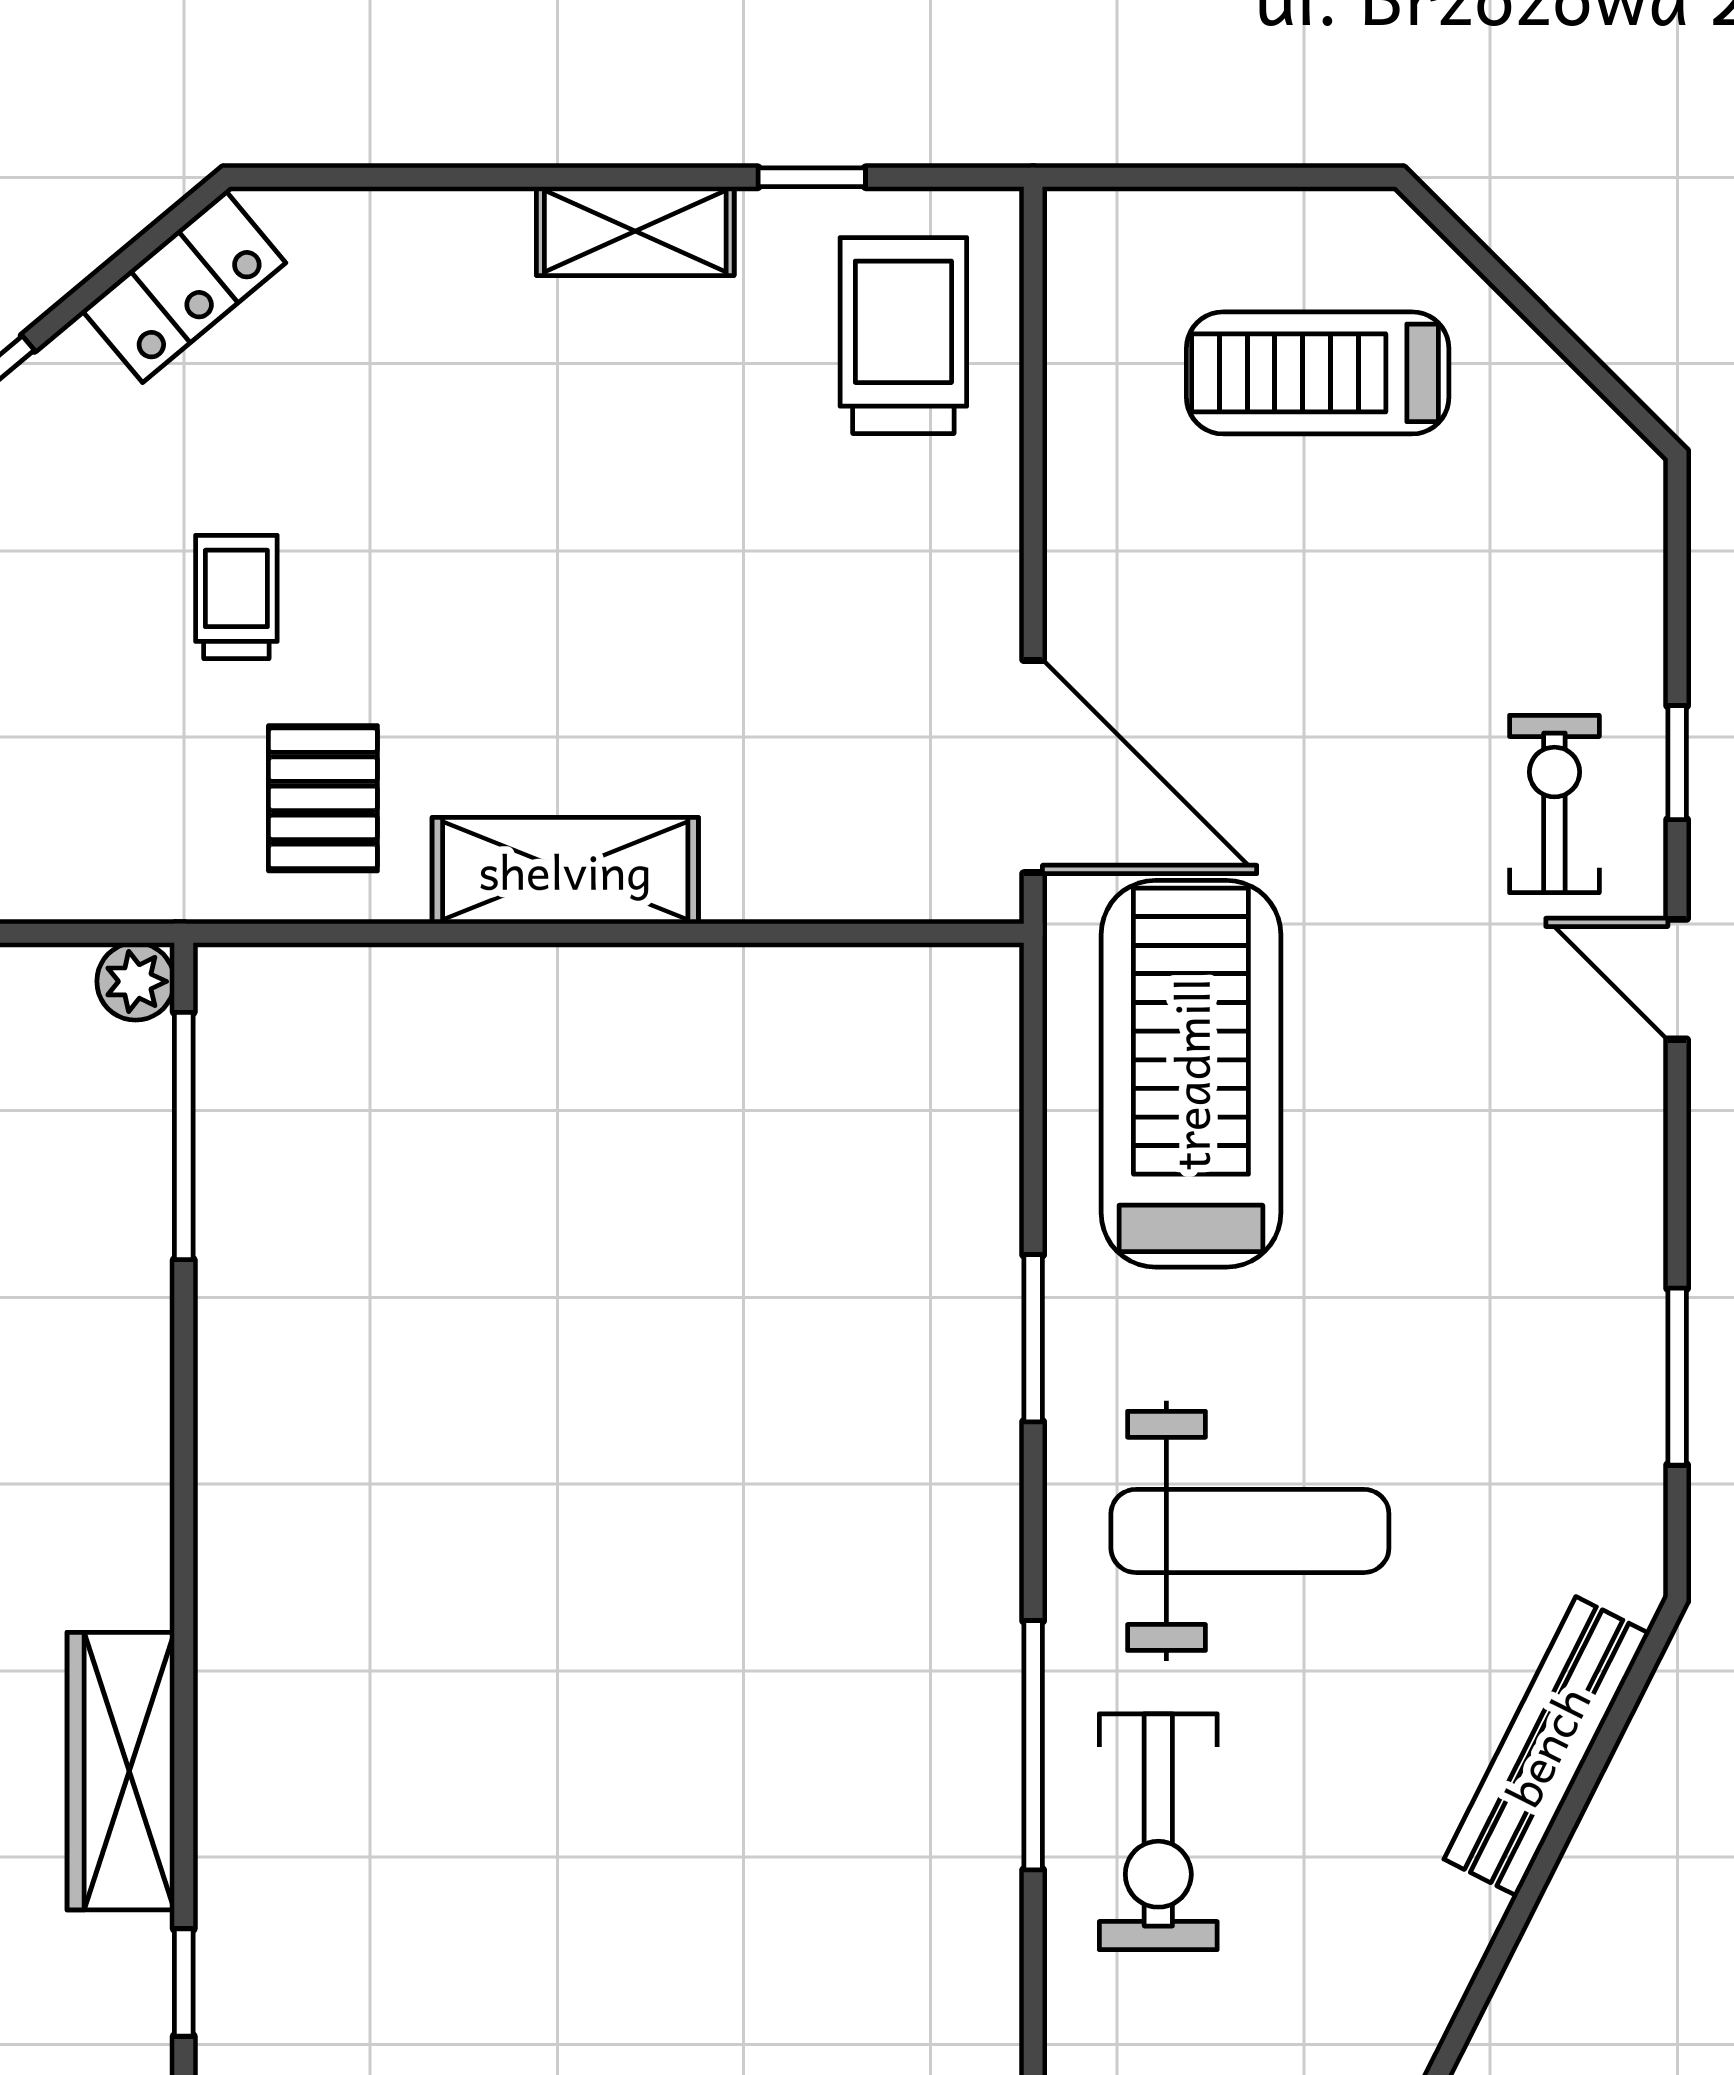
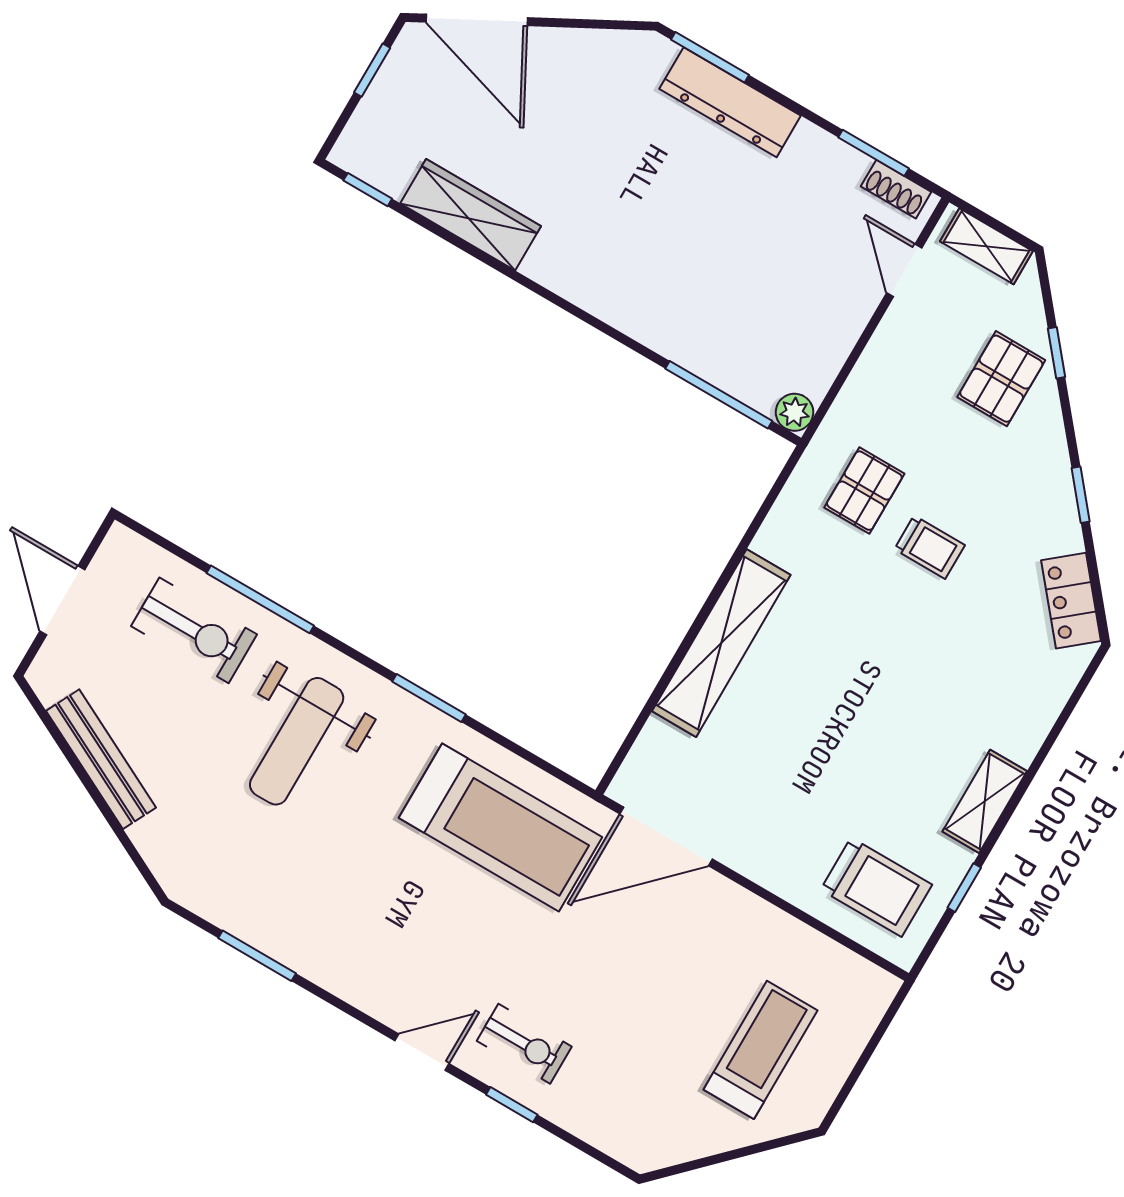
pallet: (323, 798) -> (864, 491), moved, turned 90
shelving: (565, 871) -> (721, 643), width x1.47
bench: (1547, 1746) -> (101, 759), moved
exercise bike: (1158, 1832) -> (194, 630), turned 180

